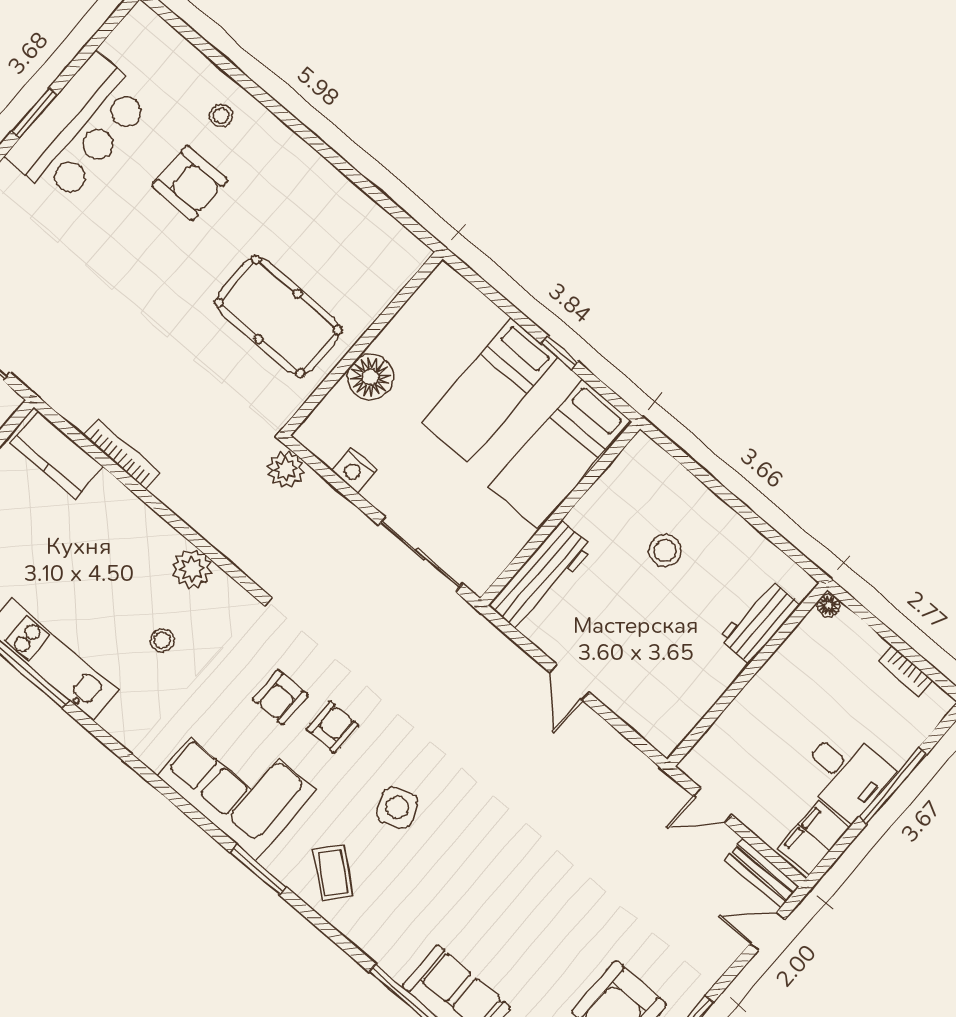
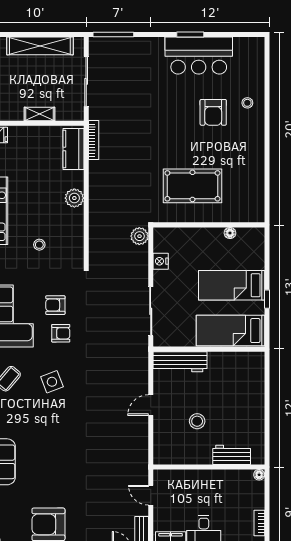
pool table: (278, 316) -> (192, 186), turned 90
floor lamp: (370, 377) -> (230, 233), moved, width x0.53, depth x0.53
bookcase: (121, 455) -> (94, 140), moved
stool: (665, 550) -> (197, 421), moved
plant: (192, 569) -> (74, 198), moved

